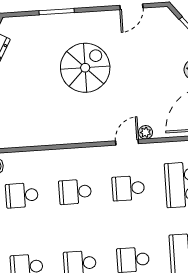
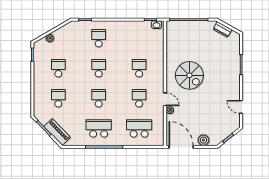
spiral stairs: (85, 68) -> (189, 75), moved
school desk: (22, 195) -> (139, 38), removed

